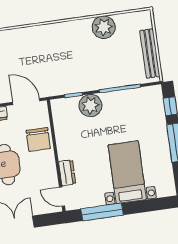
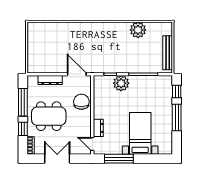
chair: (38, 139) -> (81, 102), turned 180

